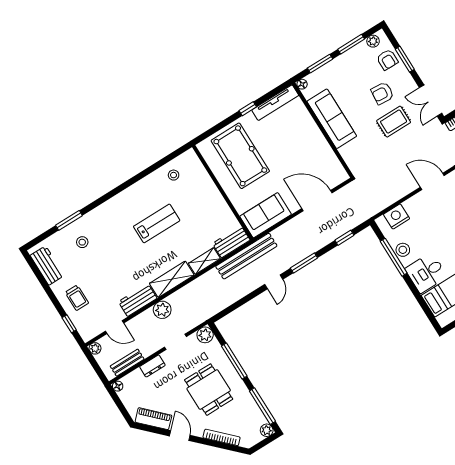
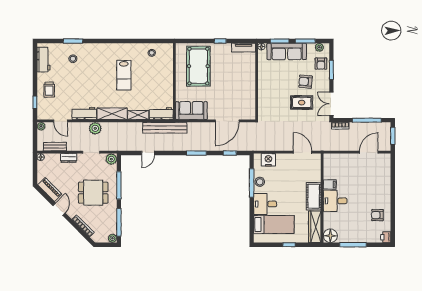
tv unit: (275, 103) -> (244, 48), width x0.71
sofa: (332, 119) -> (287, 51), moved, turned 90
door: (317, 201) -> (227, 121), swing flipped
lab bench: (157, 223) -> (124, 75), turned 90
door: (274, 282) -> (148, 153), moved
dining table: (209, 390) -> (93, 193), turned 90

